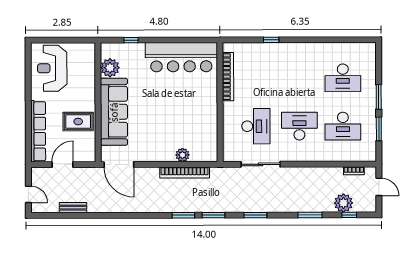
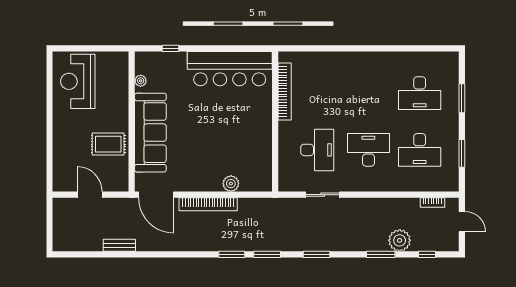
window: (271, 40) -> (335, 48), removed
plant: (110, 68) -> (141, 81), width x0.53, depth x0.53
window: (379, 97) -> (462, 98), moved
row of seats: (38, 131) -> (61, 155), removed
sliding door: (261, 164) -> (323, 195), width x0.73
door: (62, 165) -> (90, 195), hinge flipped
bookcase: (185, 173) -> (208, 204), moved
door: (28, 194) -> (50, 230), removed
plant: (343, 203) -> (400, 240), moved
bench: (73, 208) -> (119, 245), moved

